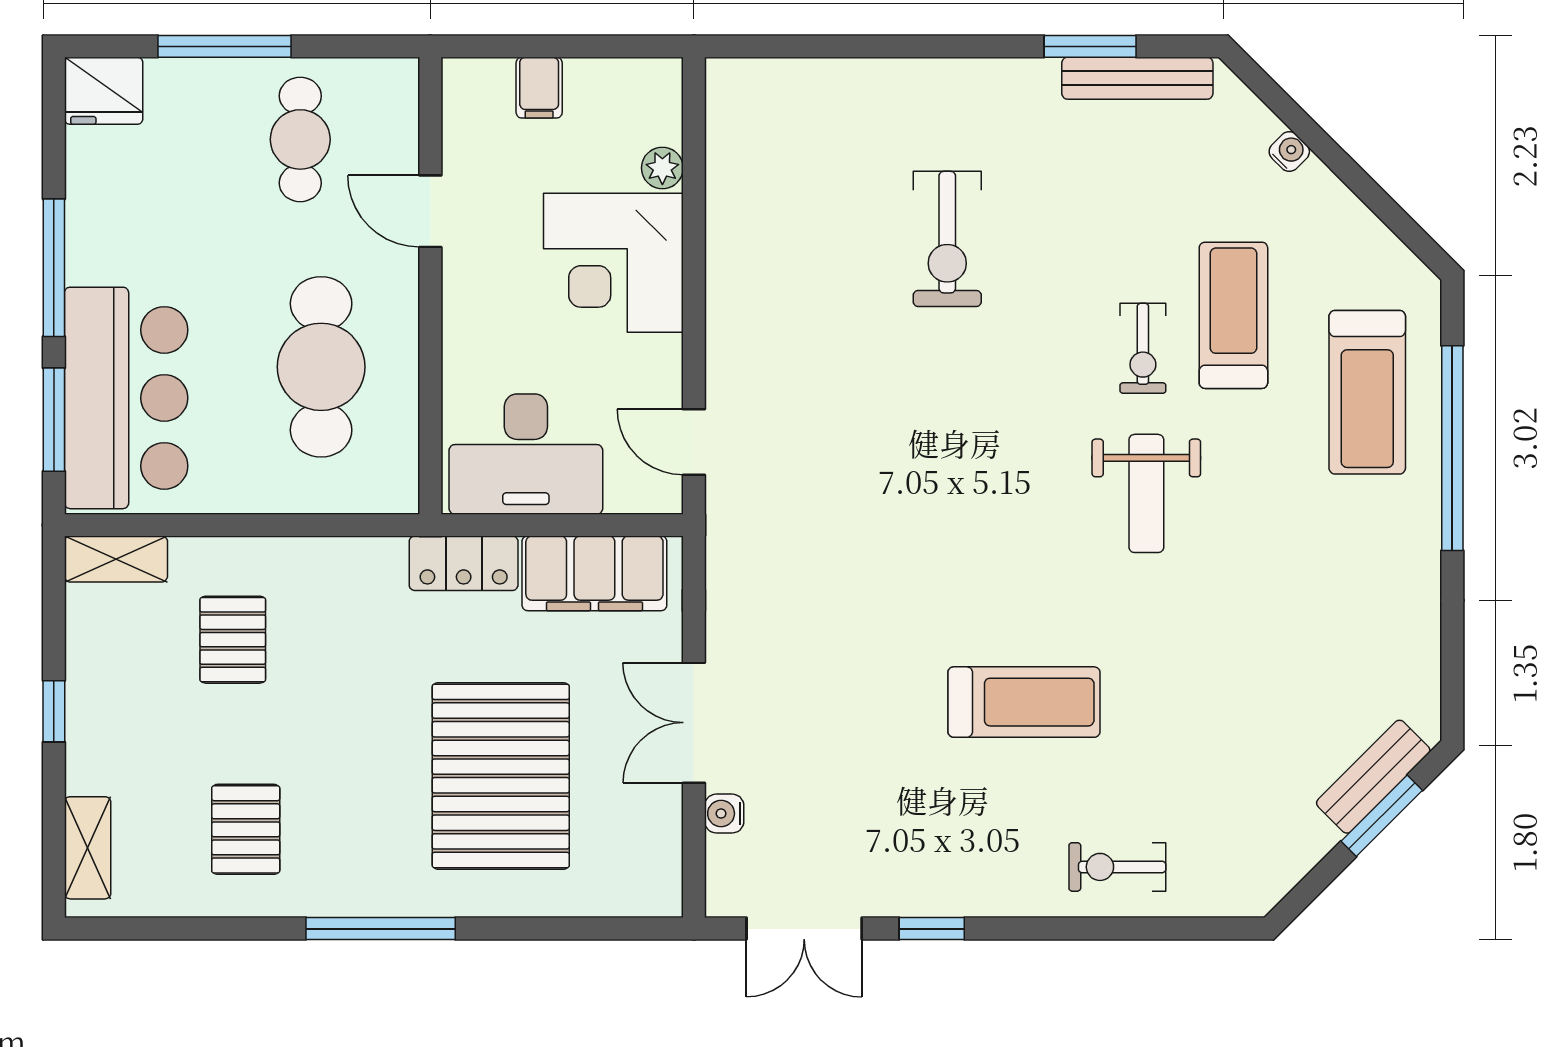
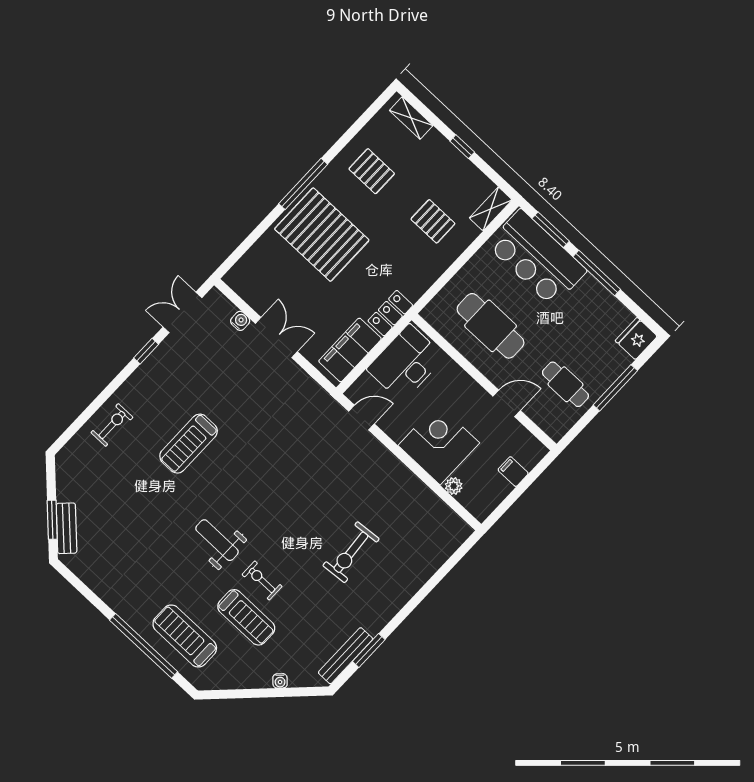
exercise bike: (947, 239) -> (351, 552), turned -95
pallet: (501, 776) -> (322, 235), moved

